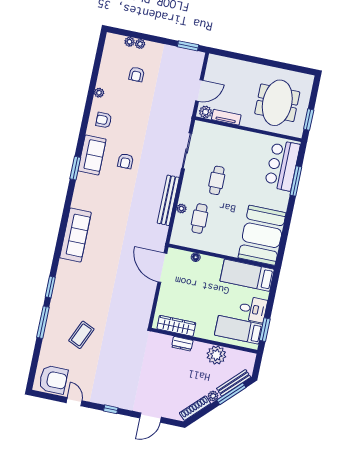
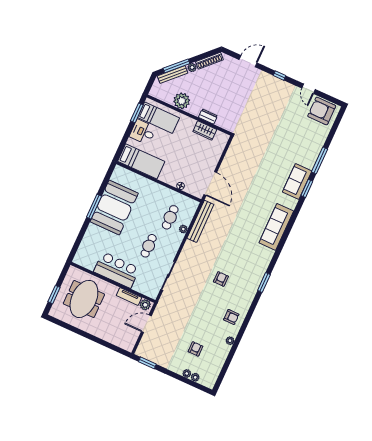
window: (309, 120) -> (54, 295), moved
sofa: (92, 155) -> (297, 181), moved
bar counter: (282, 165) -> (117, 270), moved, turned -90
window: (296, 181) -> (94, 207), moved
bench: (168, 200) -> (200, 221), moved
booth: (262, 235) -> (114, 208), moved
wardrobe: (176, 326) -> (205, 130), width x0.67
coffee table: (81, 335) -> (290, 143), removed

